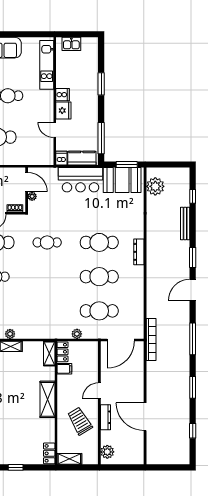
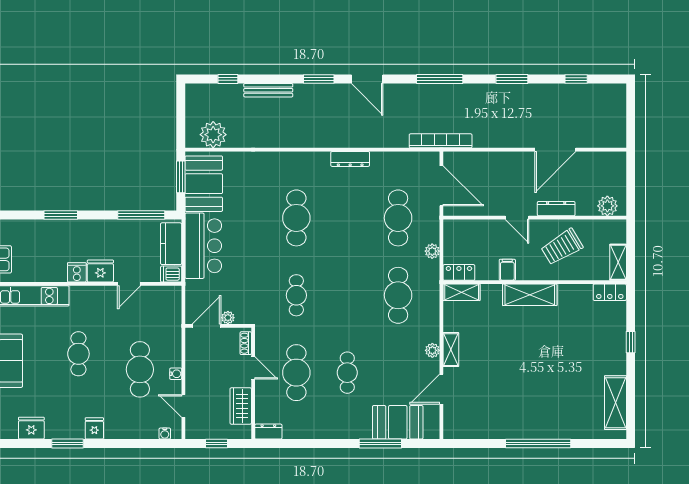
dresser: (139, 252) -> (350, 159), moved
cafe table: (99, 277) -> (398, 295), moved
filing cabinet: (64, 369) -> (507, 270), moved

